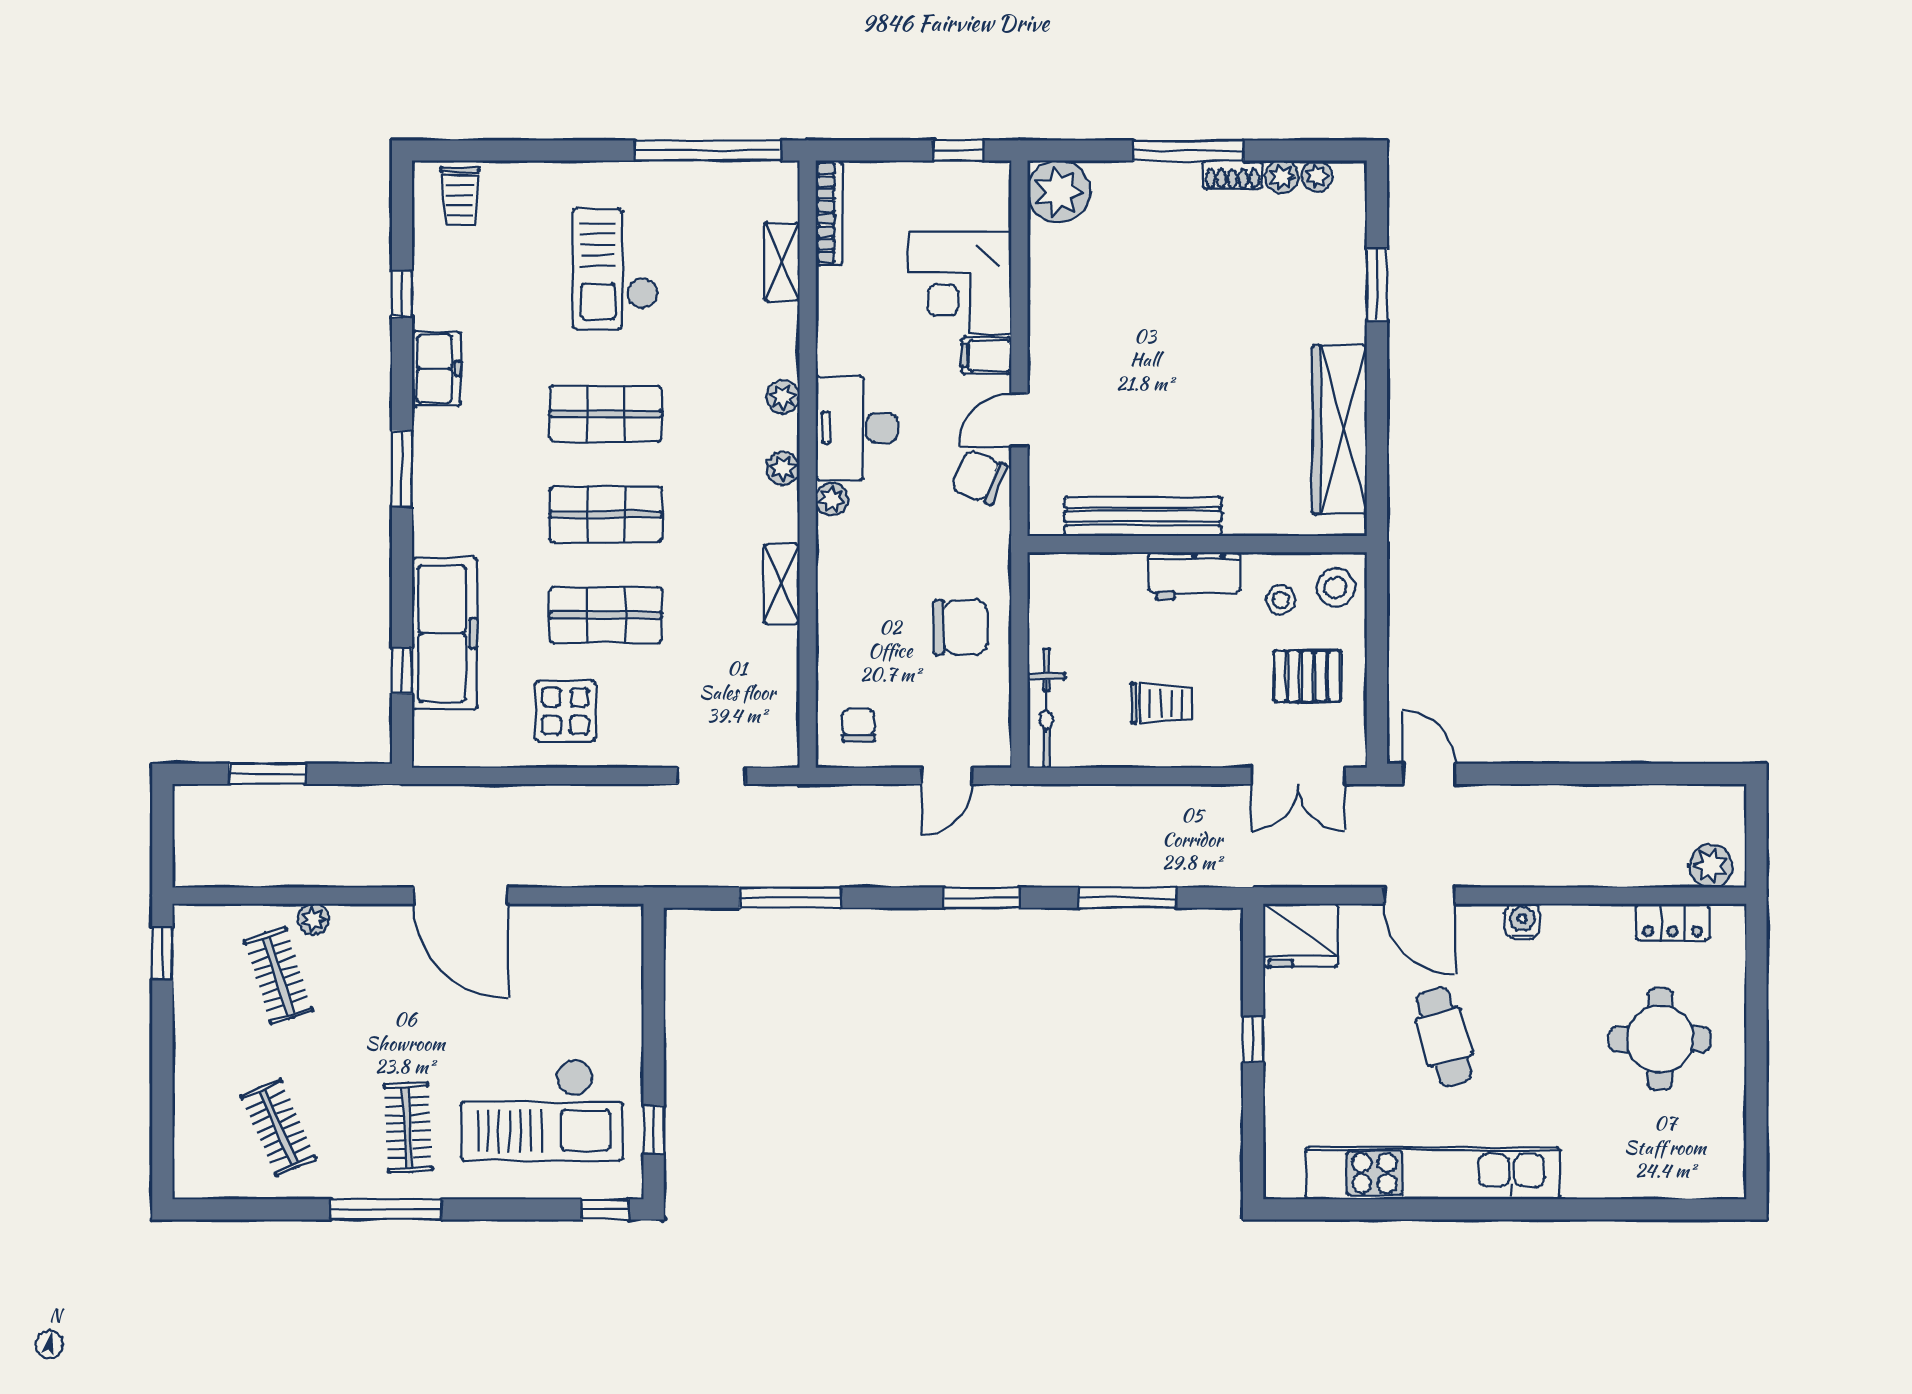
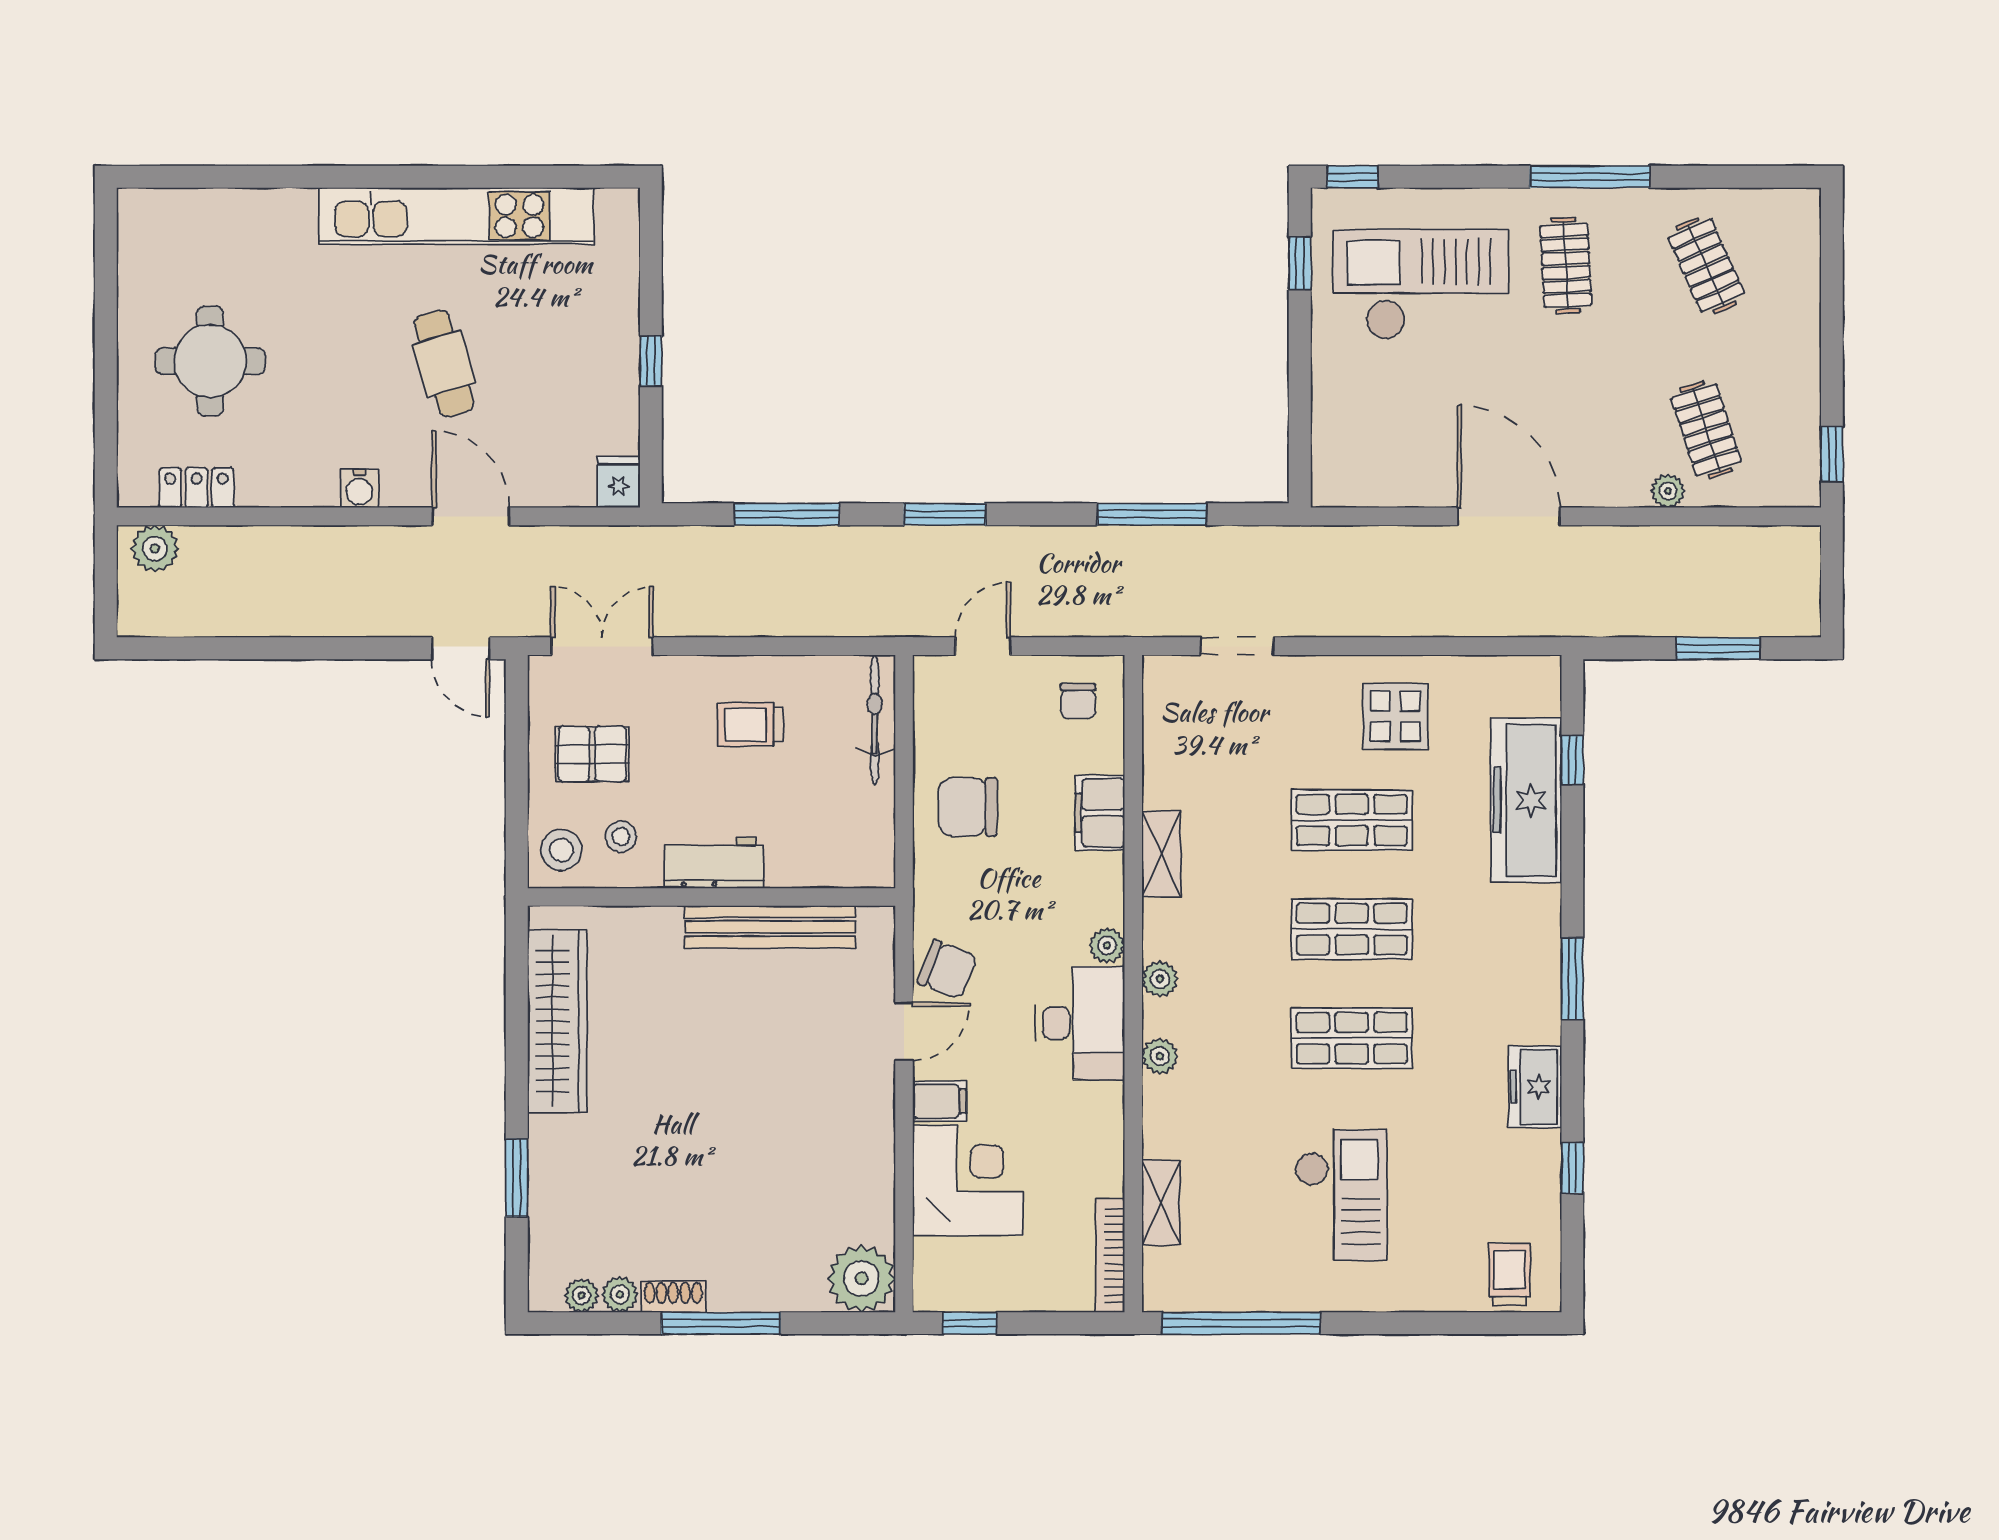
filing cabinet: (838, 622) -> (1100, 813), added
fridge: (1300, 935) -> (619, 482), width x0.53, depth x0.75

